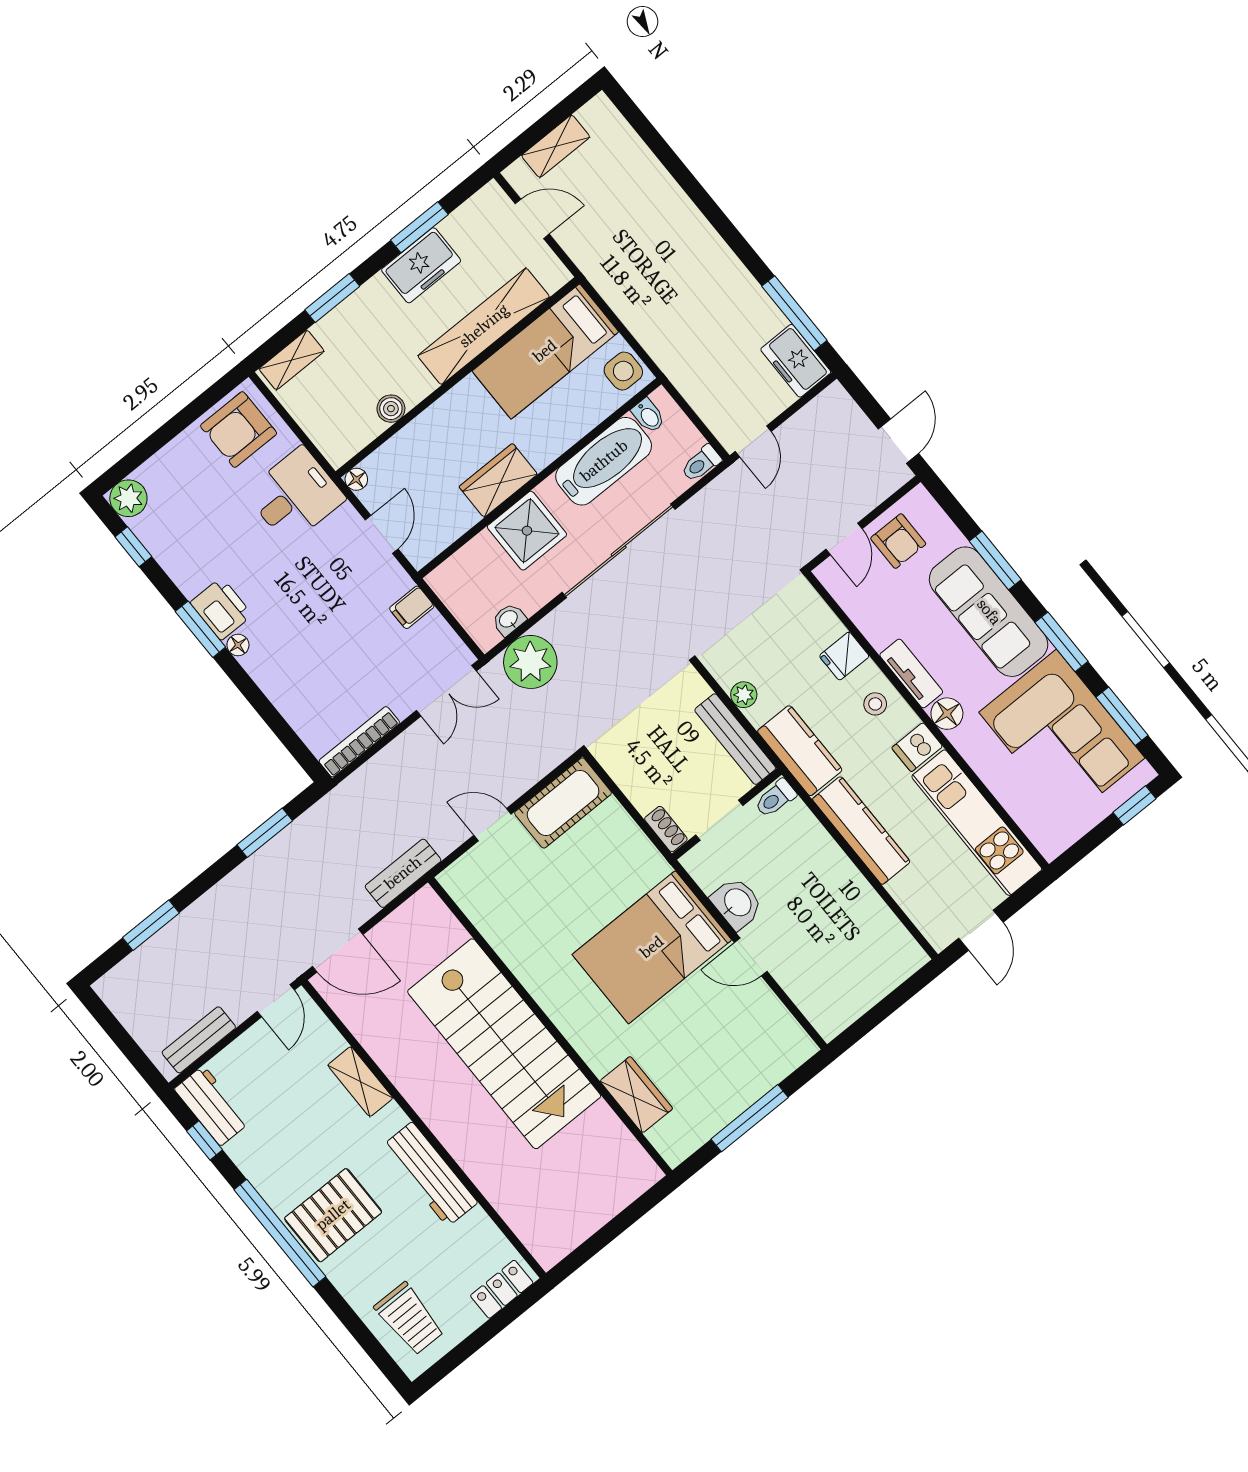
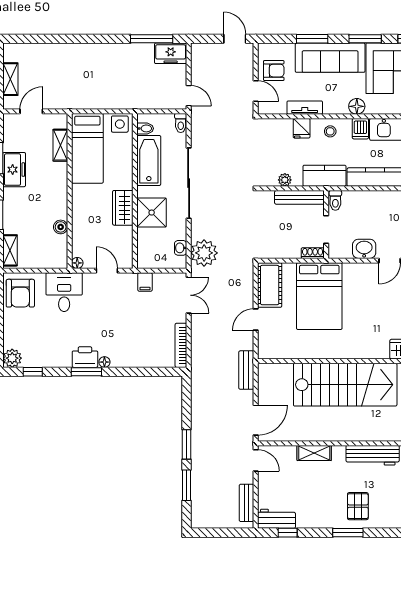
shelving: (484, 326) -> (60, 145), width x0.45, depth x0.75
tv unit: (911, 674) -> (305, 108), moved
window: (265, 833) -> (186, 444), moved
bed: (652, 947) -> (319, 296), moved
pallet: (333, 1215) -> (358, 506), width x0.67, depth x0.71
window: (280, 1233) -> (348, 533), width x0.47

